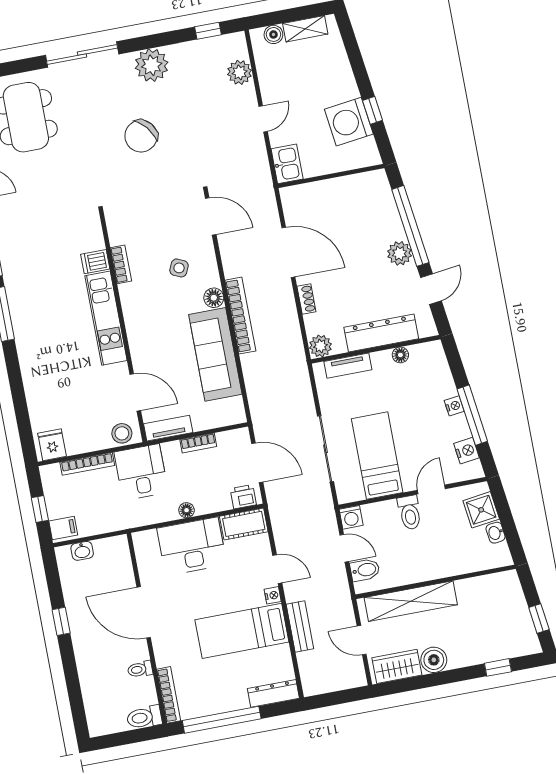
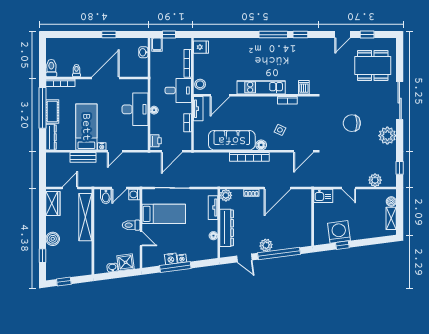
chair: (141, 136) -> (352, 123), turned -51
dishwasher: (95, 262) -> (304, 87), moved
nightstand: (466, 451) -> (171, 259), moved
cot: (244, 524) -> (52, 111), moved
boiler: (434, 660) -> (53, 239), moved

